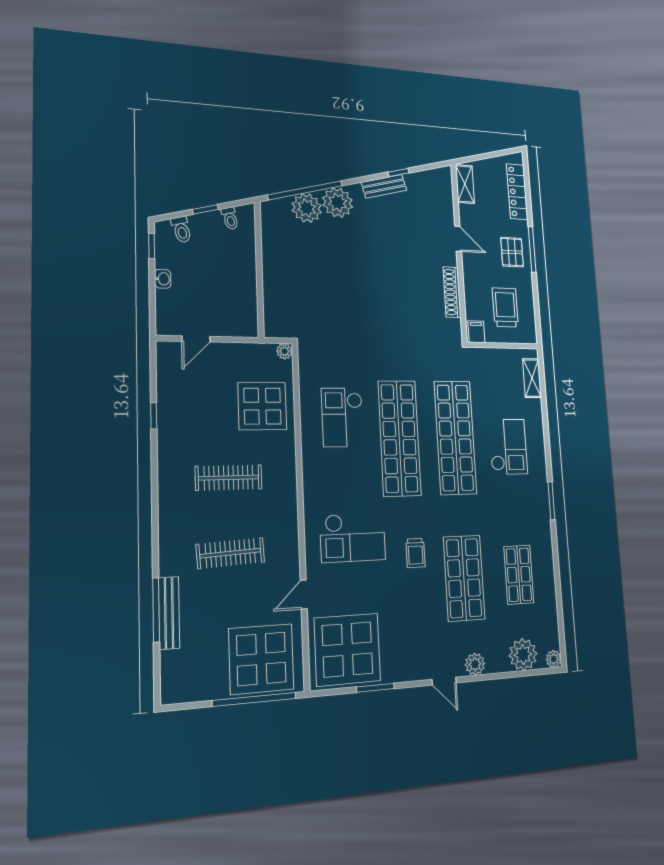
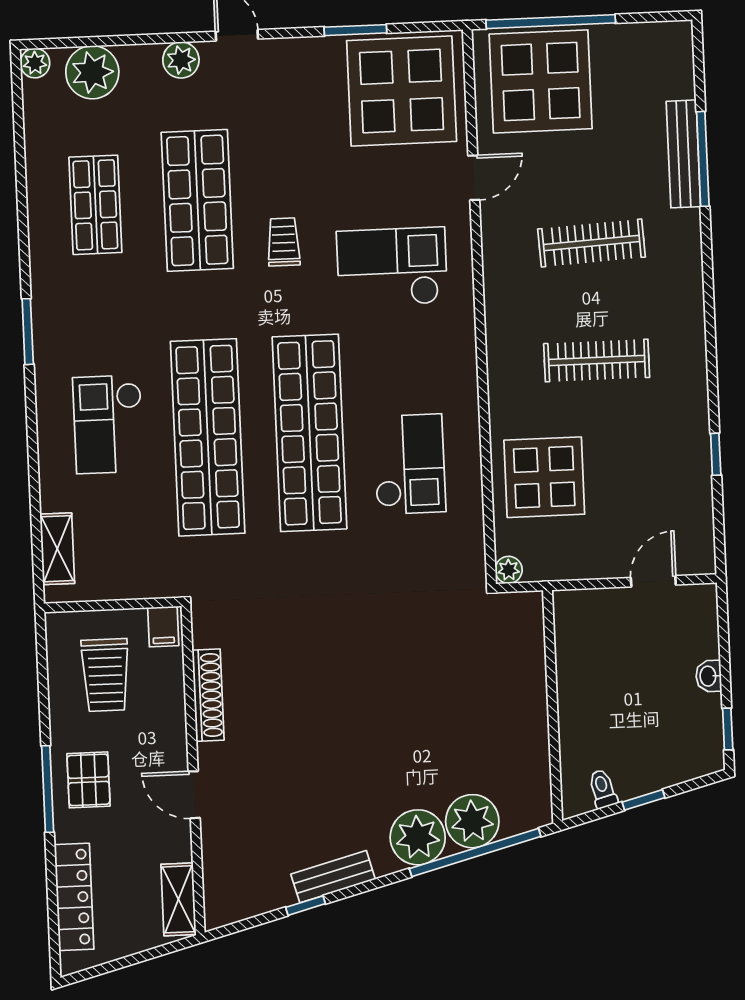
toilet: (181, 229) -> (681, 761), removed

